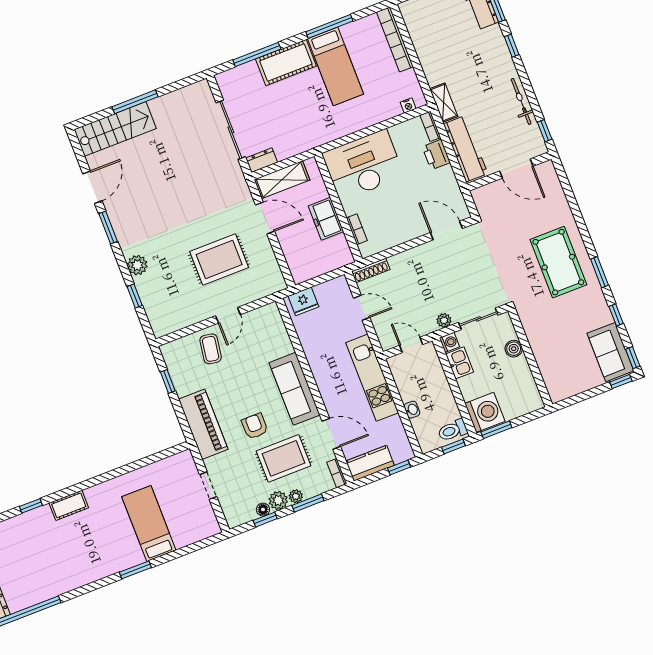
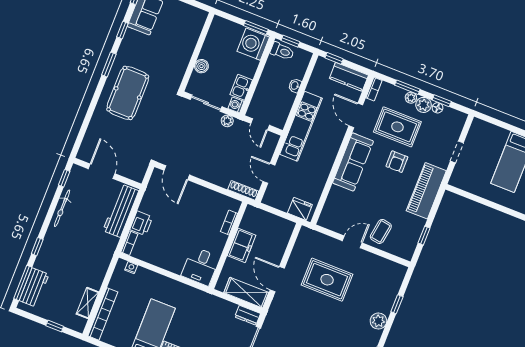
shelving: (444, 103) -> (88, 303), moved
desk: (363, 165) -> (200, 266), width x0.53, depth x0.77

